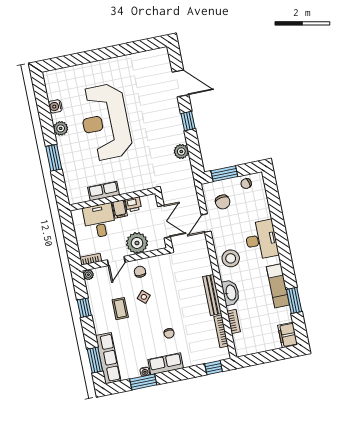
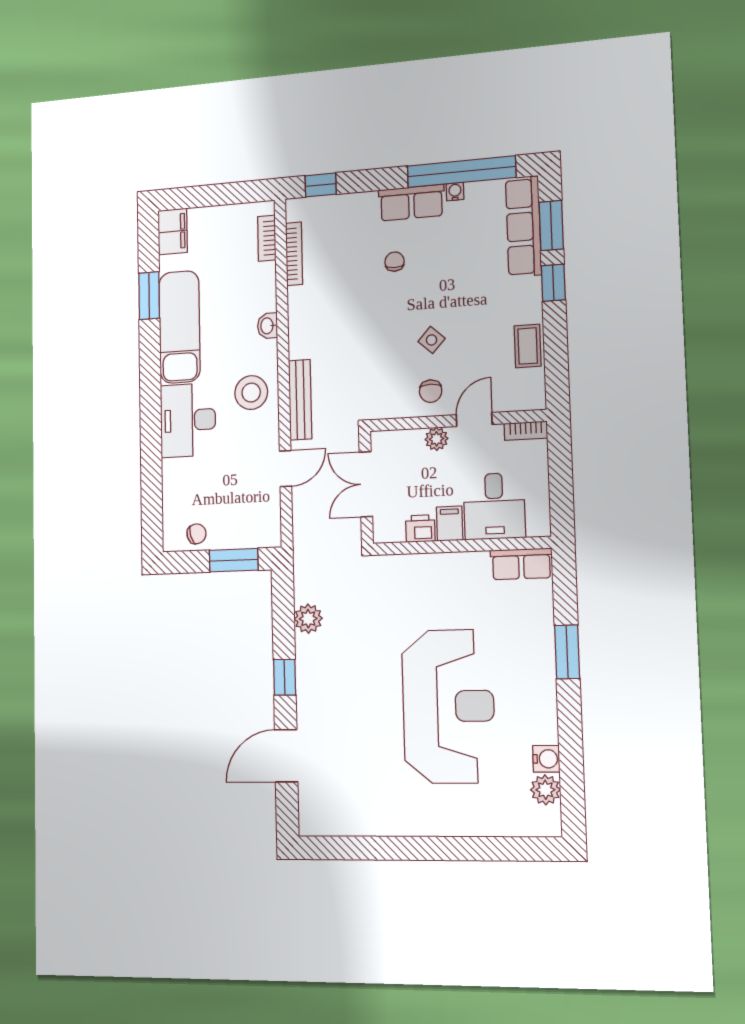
door: (180, 83) -> (286, 756), hinge flipped
plant: (61, 128) -> (545, 790), moved
row of seats: (104, 191) -> (521, 564), moved
chair: (223, 202) -> (247, 505), removed
plant: (137, 243) -> (436, 439), width x0.53, depth x0.53
plant: (88, 275) -> (536, 400), removed
exam couch: (278, 286) -> (180, 327), width x1.36, depth x1.45
washbasin: (231, 293) -> (267, 326), width x0.52, depth x0.69
bench: (212, 295) -> (300, 400), moved
window: (84, 308) -> (553, 283), moved
coffee table: (120, 309) -> (528, 346), moved
bookcase: (234, 321) -> (267, 238), moved
window: (143, 382) -> (461, 172), width x2.11

